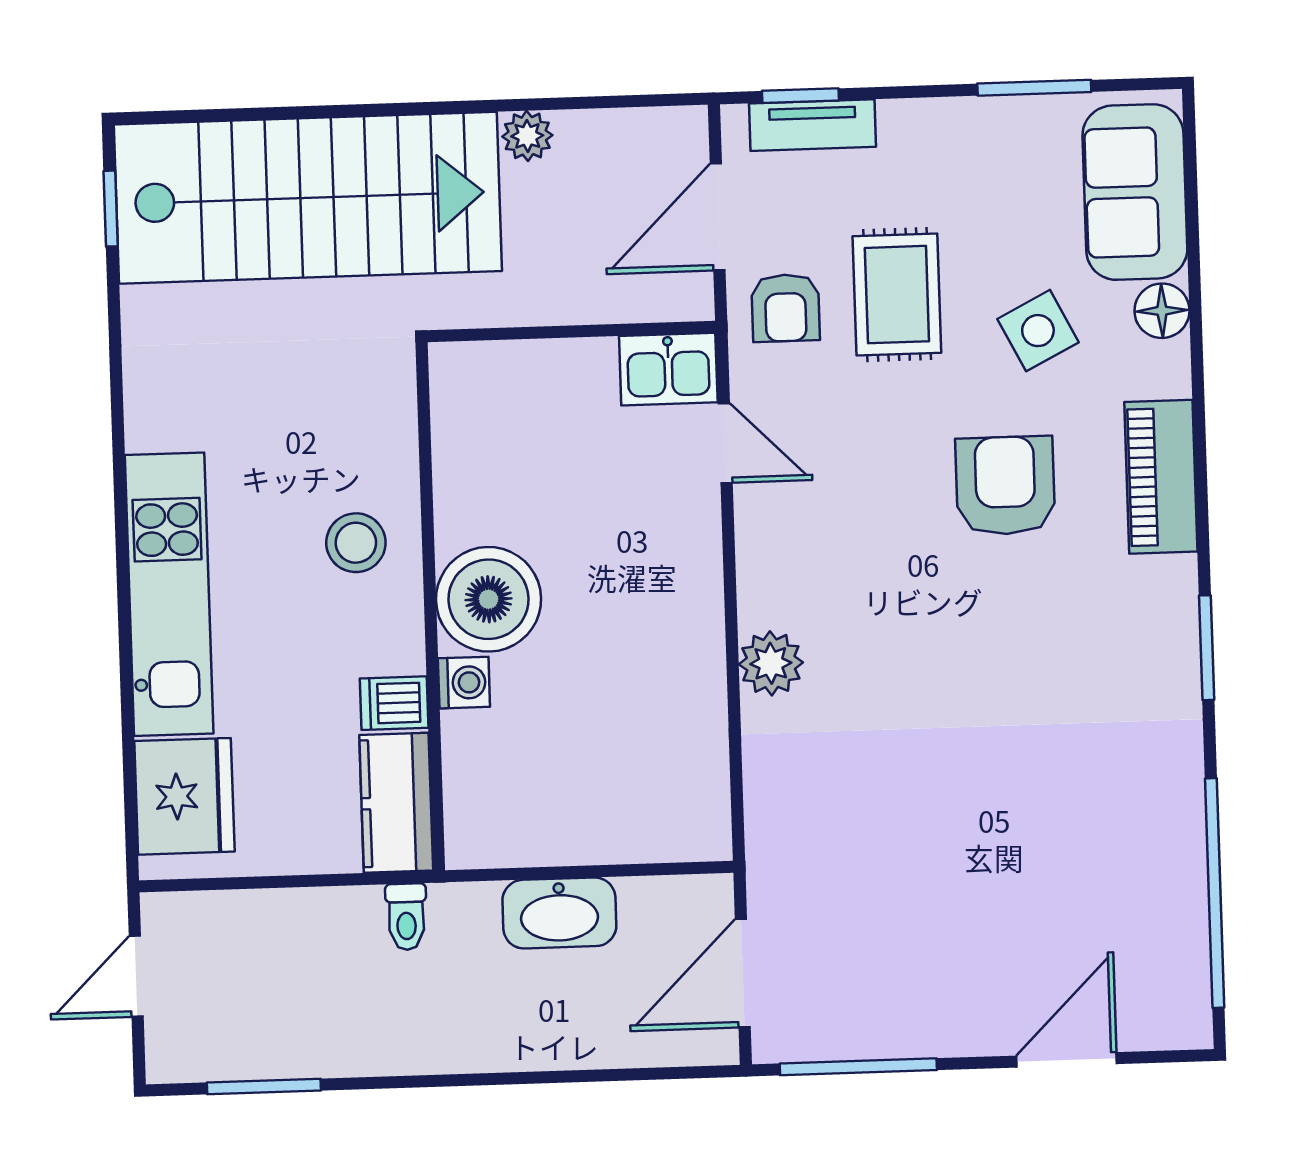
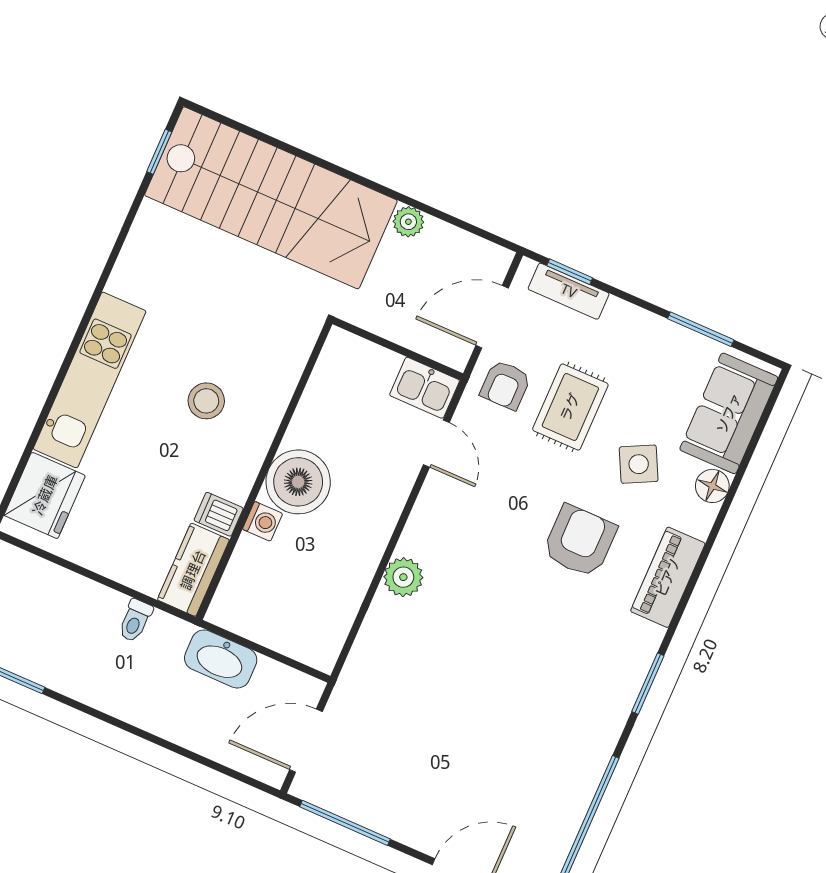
boiler: (489, 599) -> (298, 482), moved
wall: (430, 606) -> (264, 470), moved
washing machine: (464, 683) -> (263, 521), moved
dishwasher: (394, 703) -> (219, 514), moved
kitchen counter: (396, 803) -> (193, 570), moved

